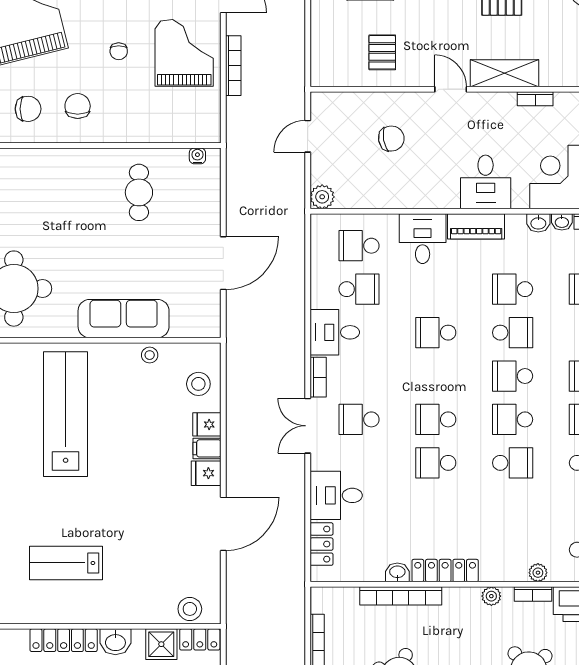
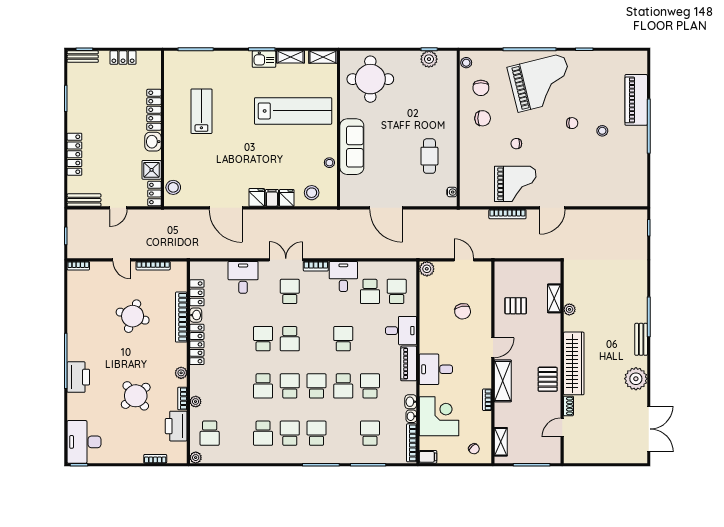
cafe table: (139, 192) -> (429, 156), turned 90
school desk: (436, 419) -> (290, 339), turned 180
locker: (321, 544) -> (197, 293), moved, turned -90

